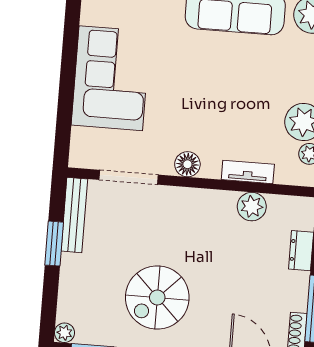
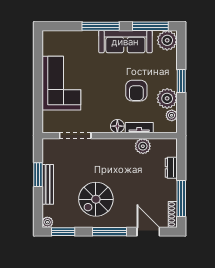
armchair: (248, 103) -> (136, 91), added
floor lamp: (187, 164) -> (117, 126), moved
bench: (74, 215) -> (48, 184), moved

